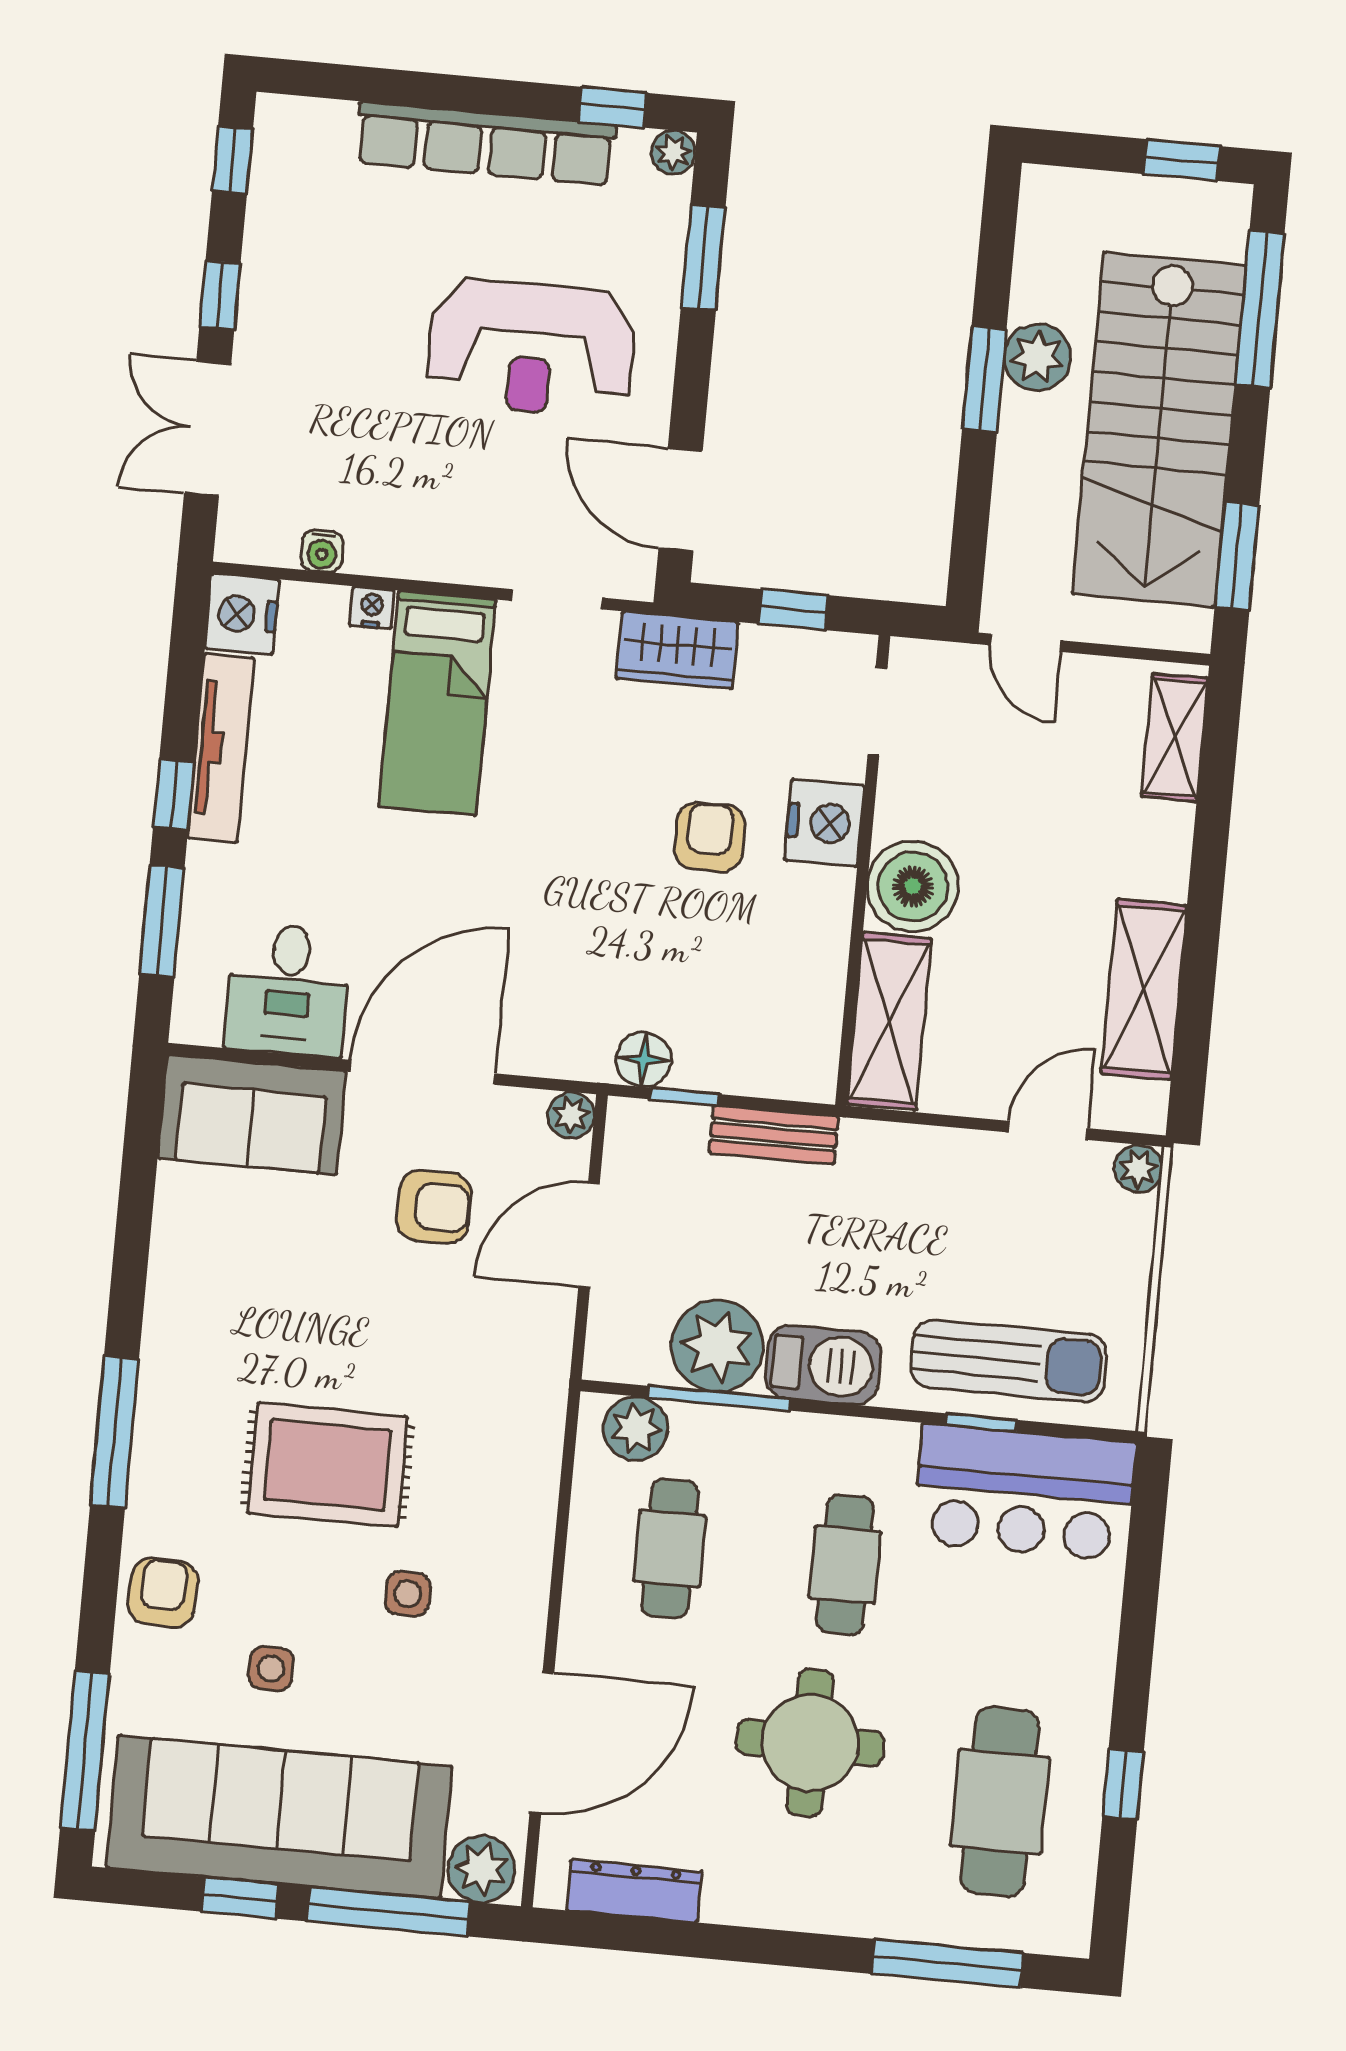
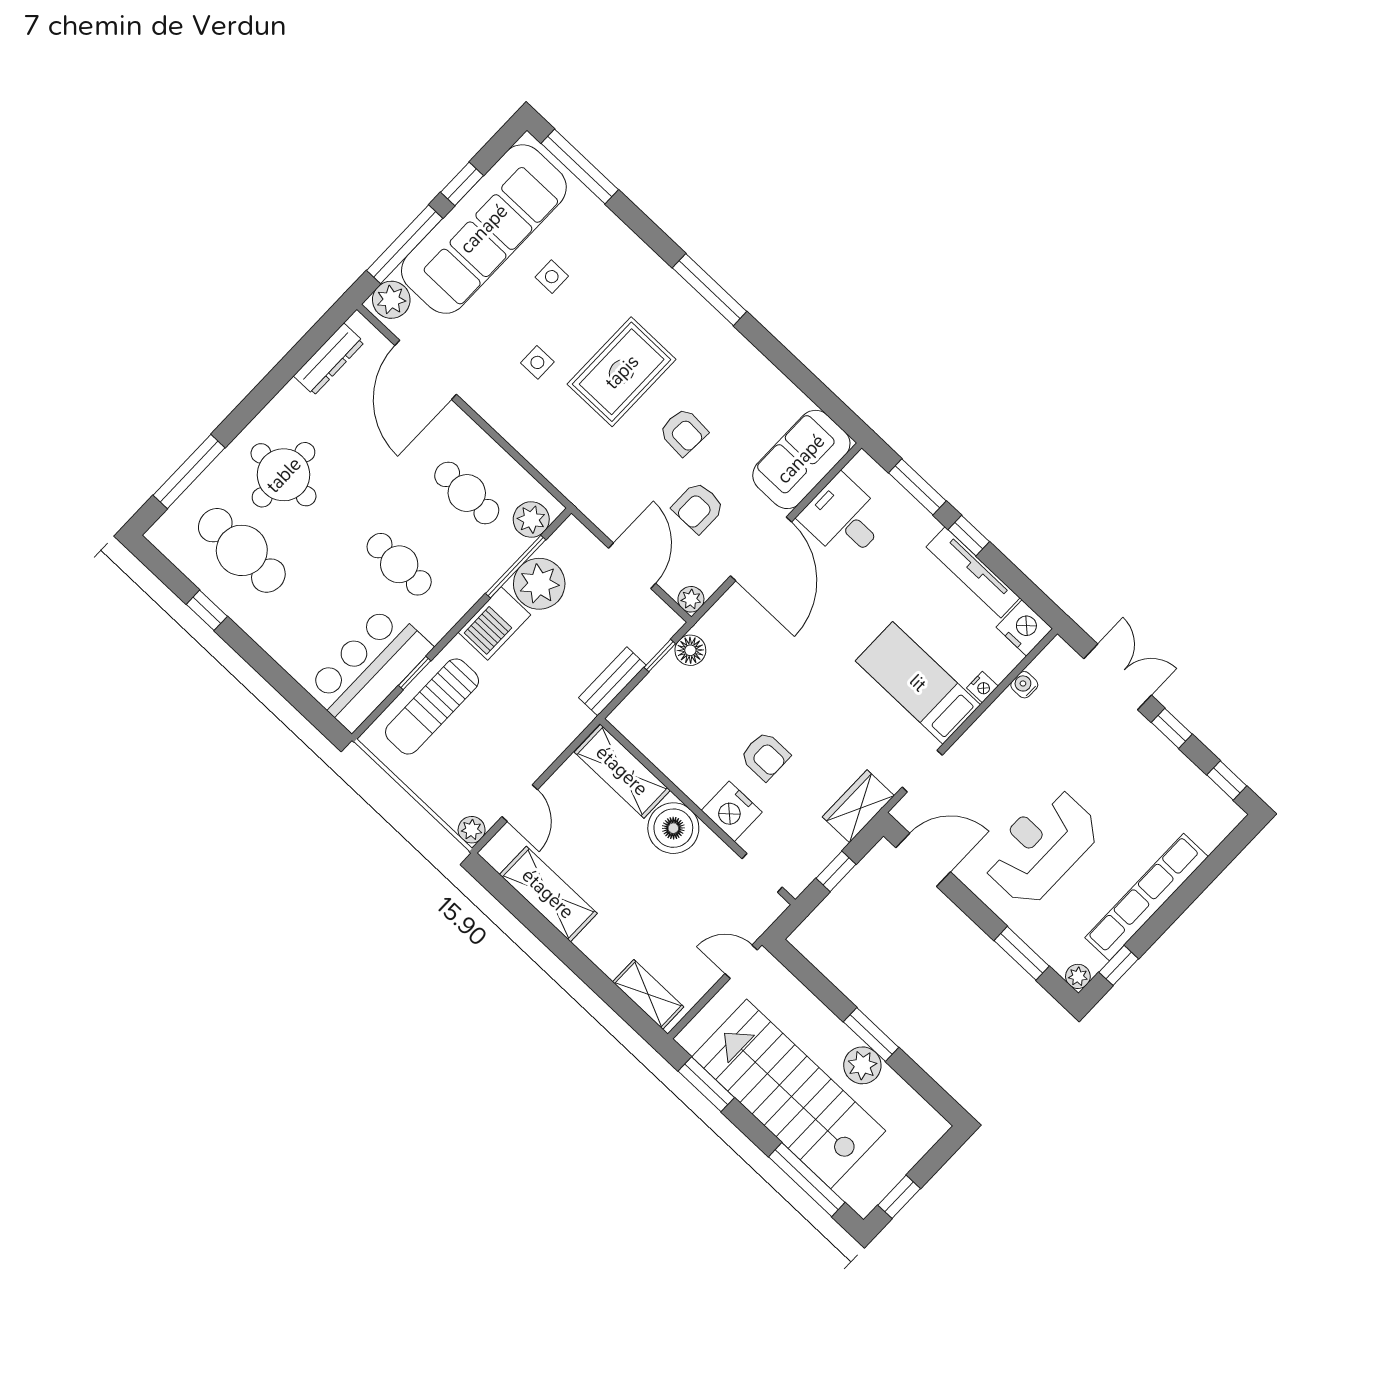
armchair: (163, 1593) -> (683, 432), moved
round table: (810, 1743) -> (284, 475), moved

